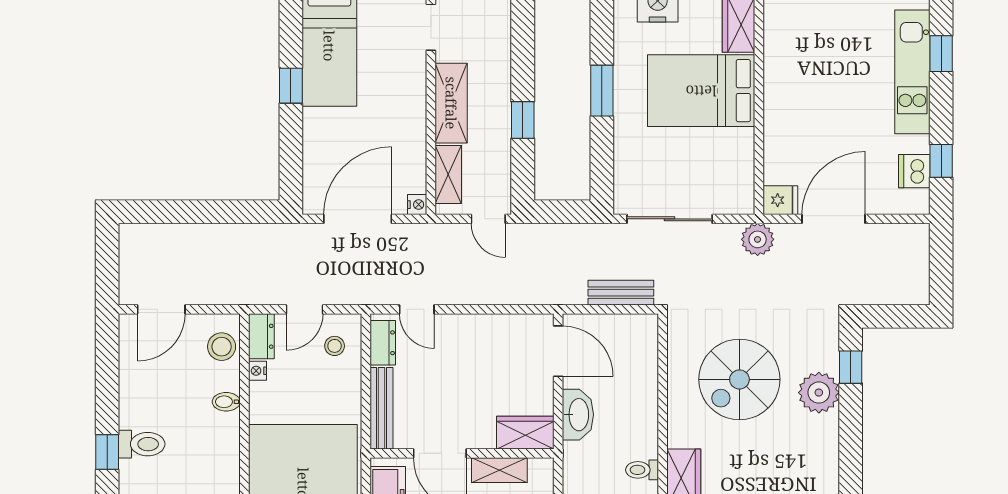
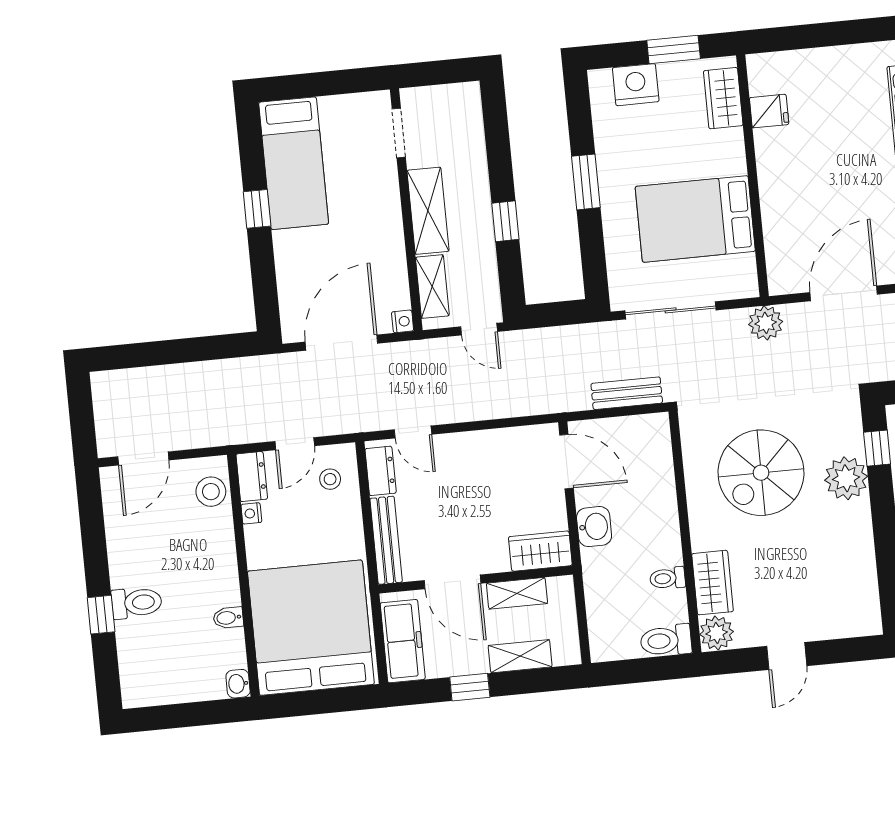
bed: (701, 91) -> (695, 219), moved
fridge: (780, 200) -> (769, 111), moved
bidet: (226, 402) -> (228, 618), moved
washbasin: (578, 415) -> (594, 527), width x0.72

